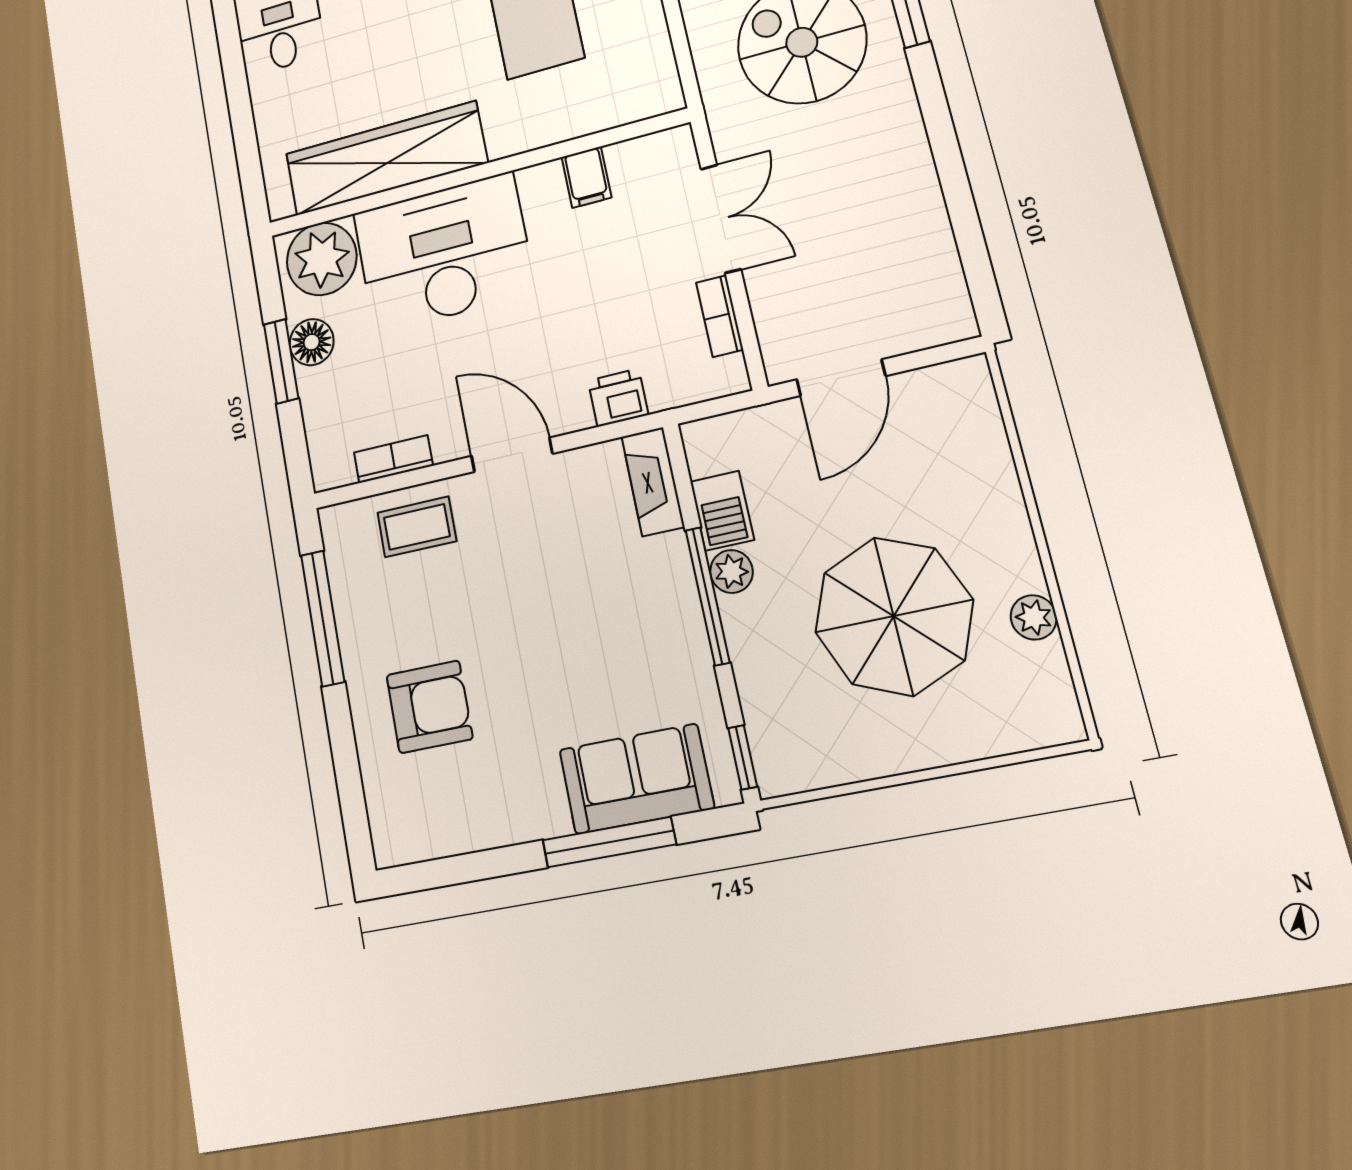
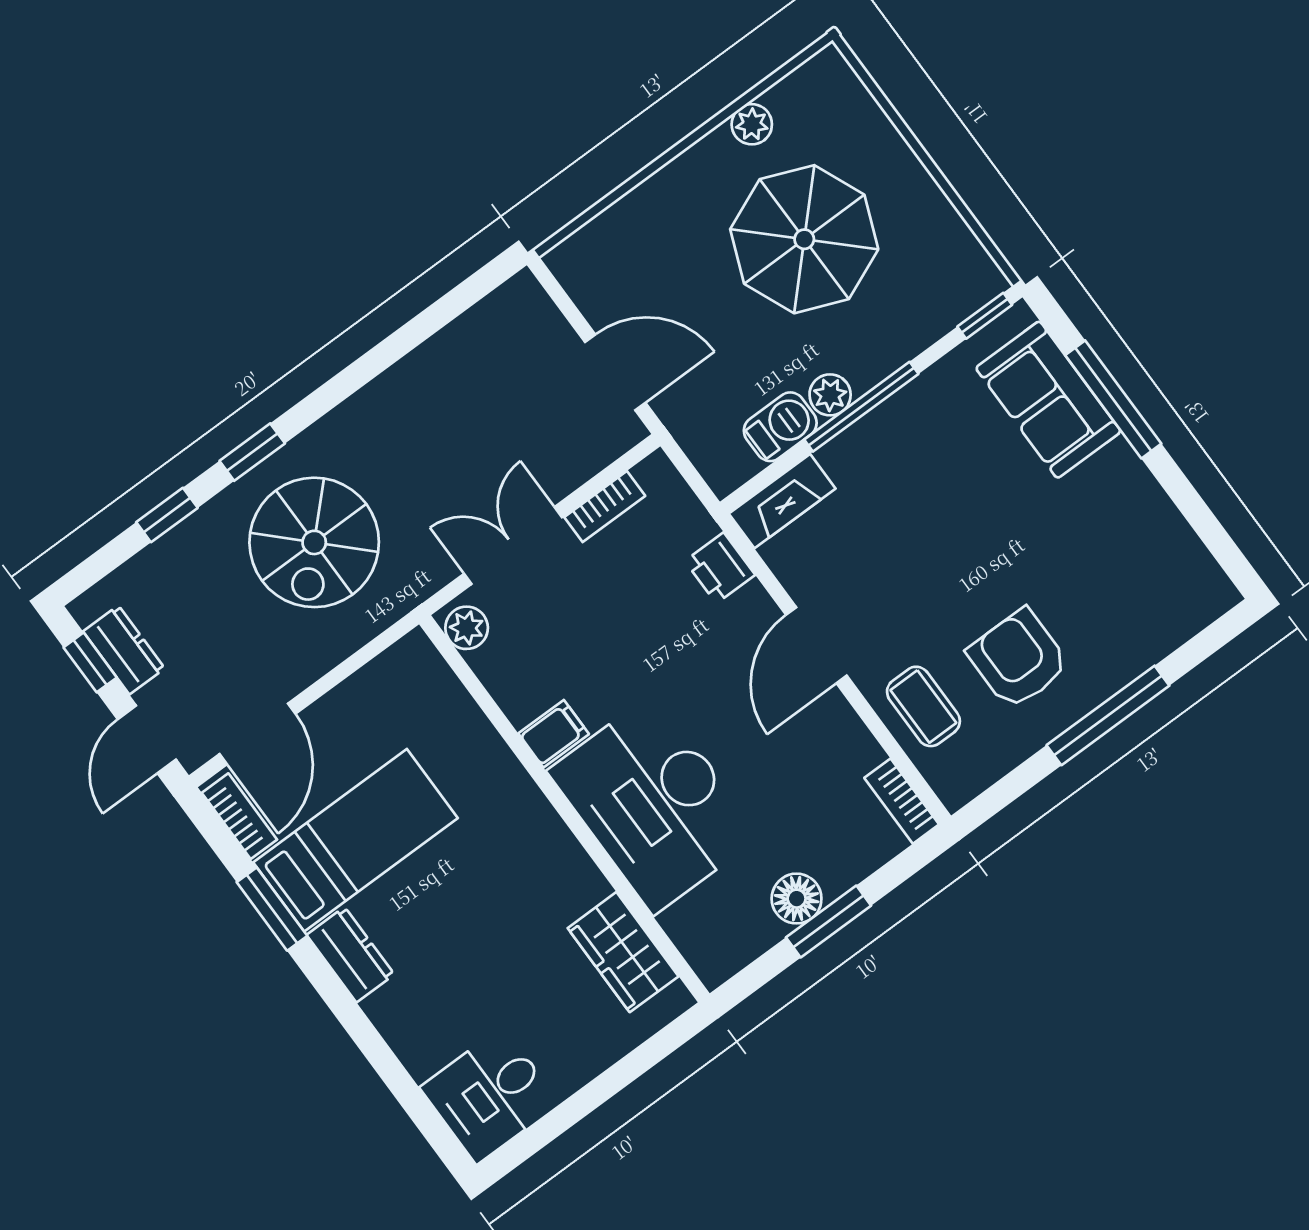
wardrobe: (386, 158) -> (623, 952), width x0.48, depth x0.85
filing cabinet: (587, 177) -> (554, 734), moved
plant: (322, 259) -> (467, 628), moved, width x0.53, depth x0.53
bookcase: (393, 459) -> (902, 801), moved
window: (323, 618) -> (1108, 715), moved
armchair: (429, 707) -> (1018, 659), moved

